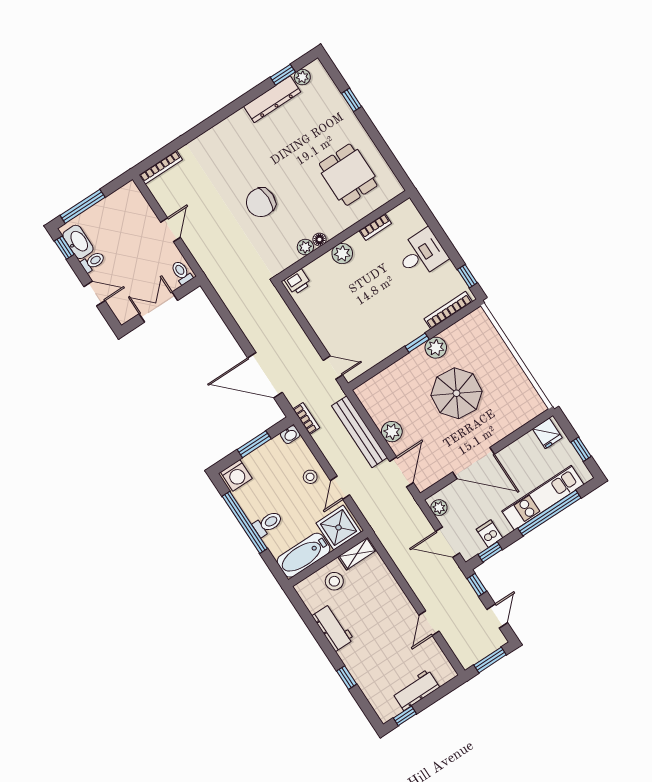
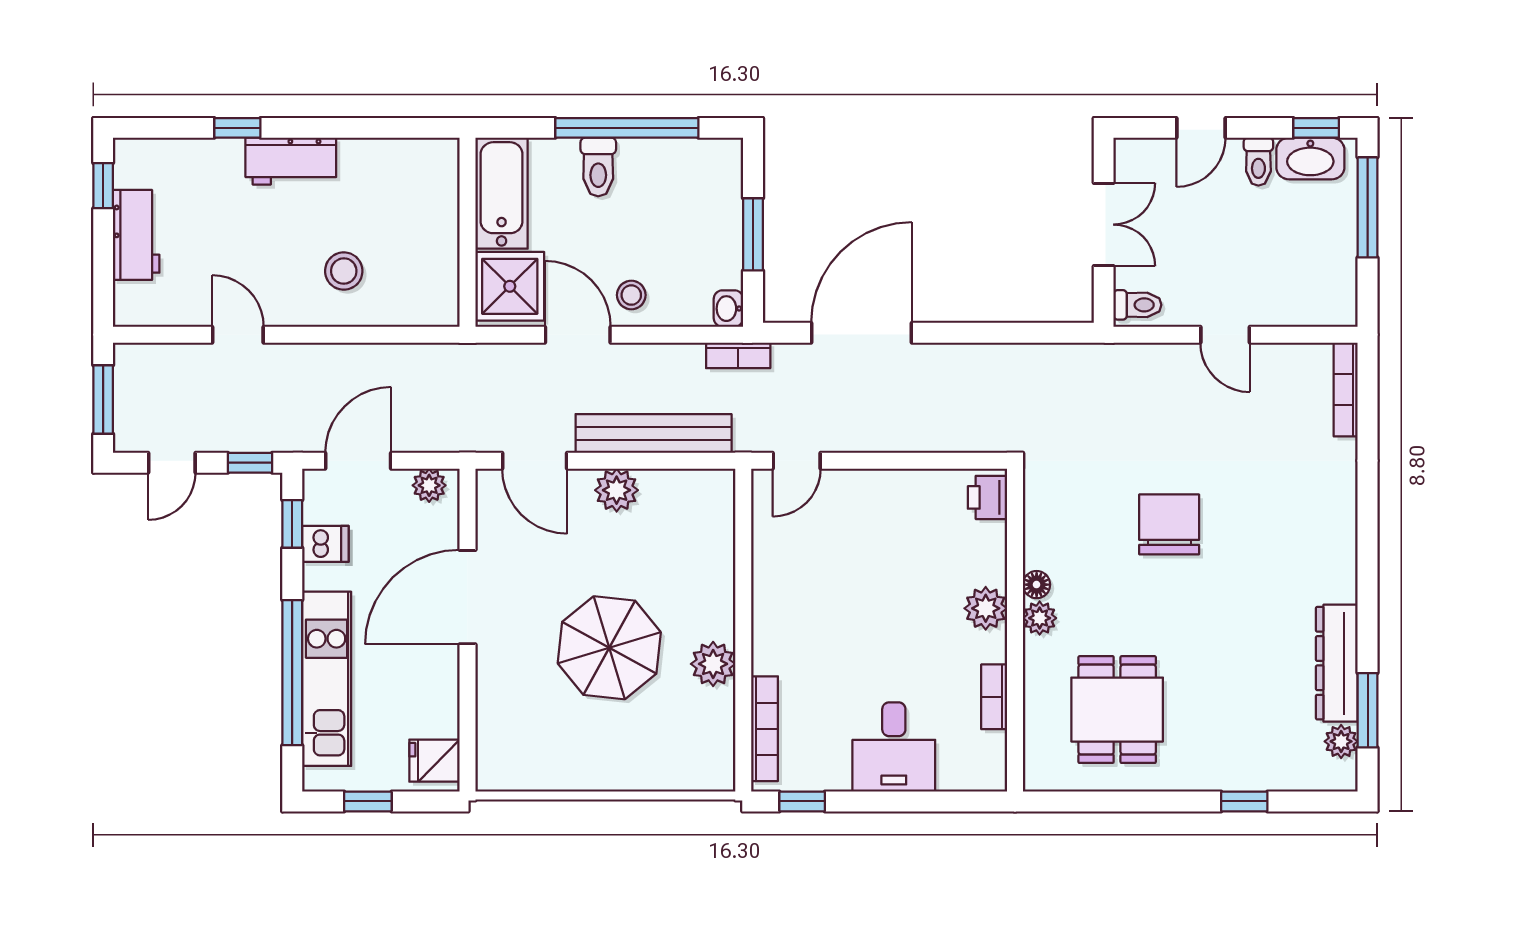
window: (283, 75) -> (1368, 710), width x1.50
dining table: (348, 175) -> (1117, 710), turned 90
plant: (305, 247) -> (1040, 618), moved
window: (417, 343) -> (743, 637), removed
washing machine: (236, 475) -> (719, 167), removed
door: (340, 488) -> (578, 335), width x1.38
shelving: (357, 554) -> (443, 289), removed
stool: (334, 581) -> (344, 271), moved
door: (497, 616) -> (172, 463), hinge flipped
workbench: (333, 628) -> (291, 161), moved

